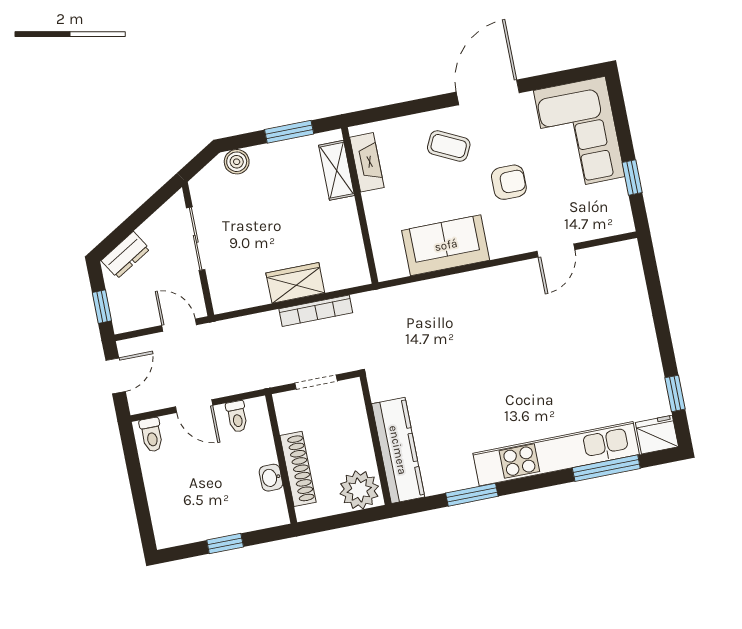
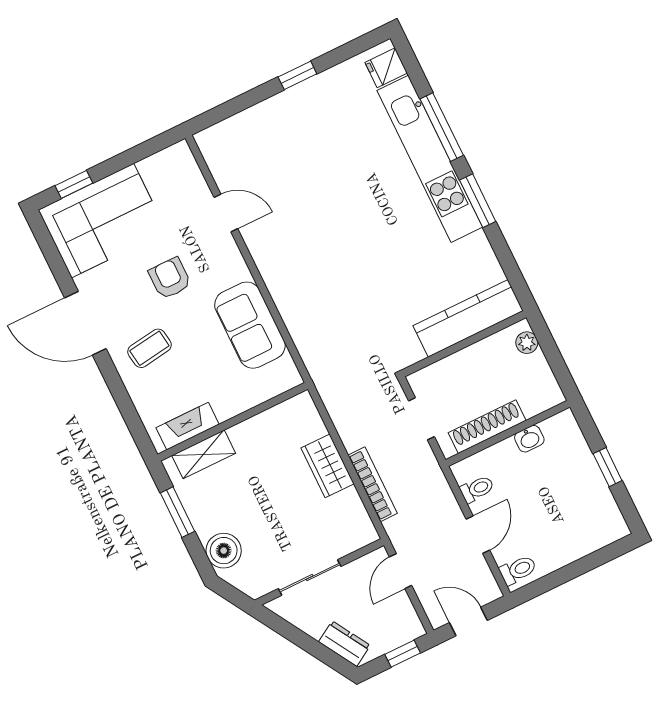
coffee table: (449, 146) -> (149, 348), turned 56
boiler: (237, 162) -> (224, 551), width x1.36, depth x1.36
window: (632, 177) -> (74, 184), moved
bookcase: (316, 311) -> (373, 484), moved
window: (675, 393) -> (297, 75), moved
fridge: (657, 435) -> (386, 68), width x0.72
window: (606, 468) -> (442, 127), moved
shoe rack: (298, 469) -> (487, 427), moved
plant: (359, 490) -> (527, 343), width x0.53, depth x0.53
window: (472, 495) -> (478, 201), moved

